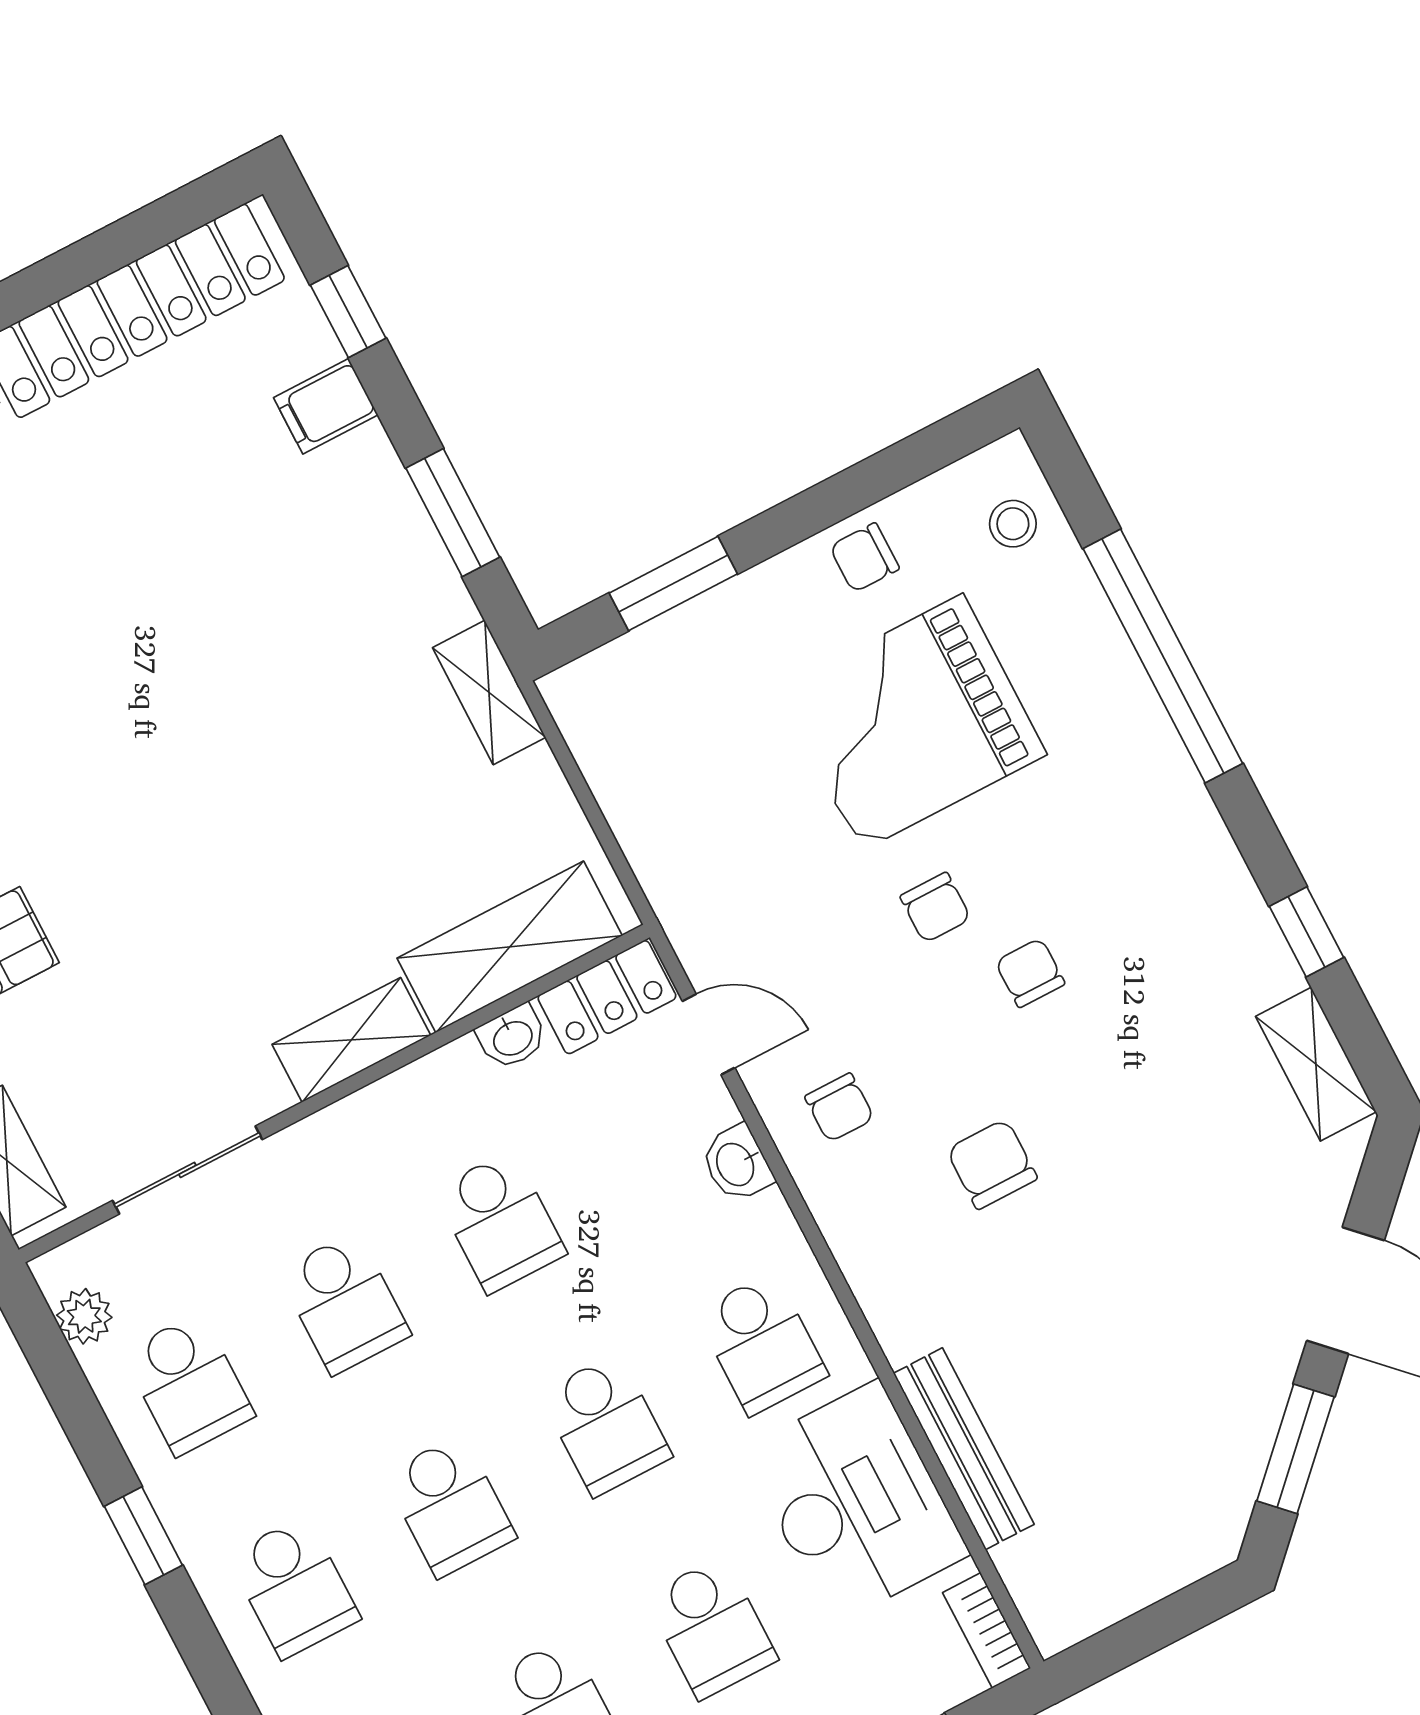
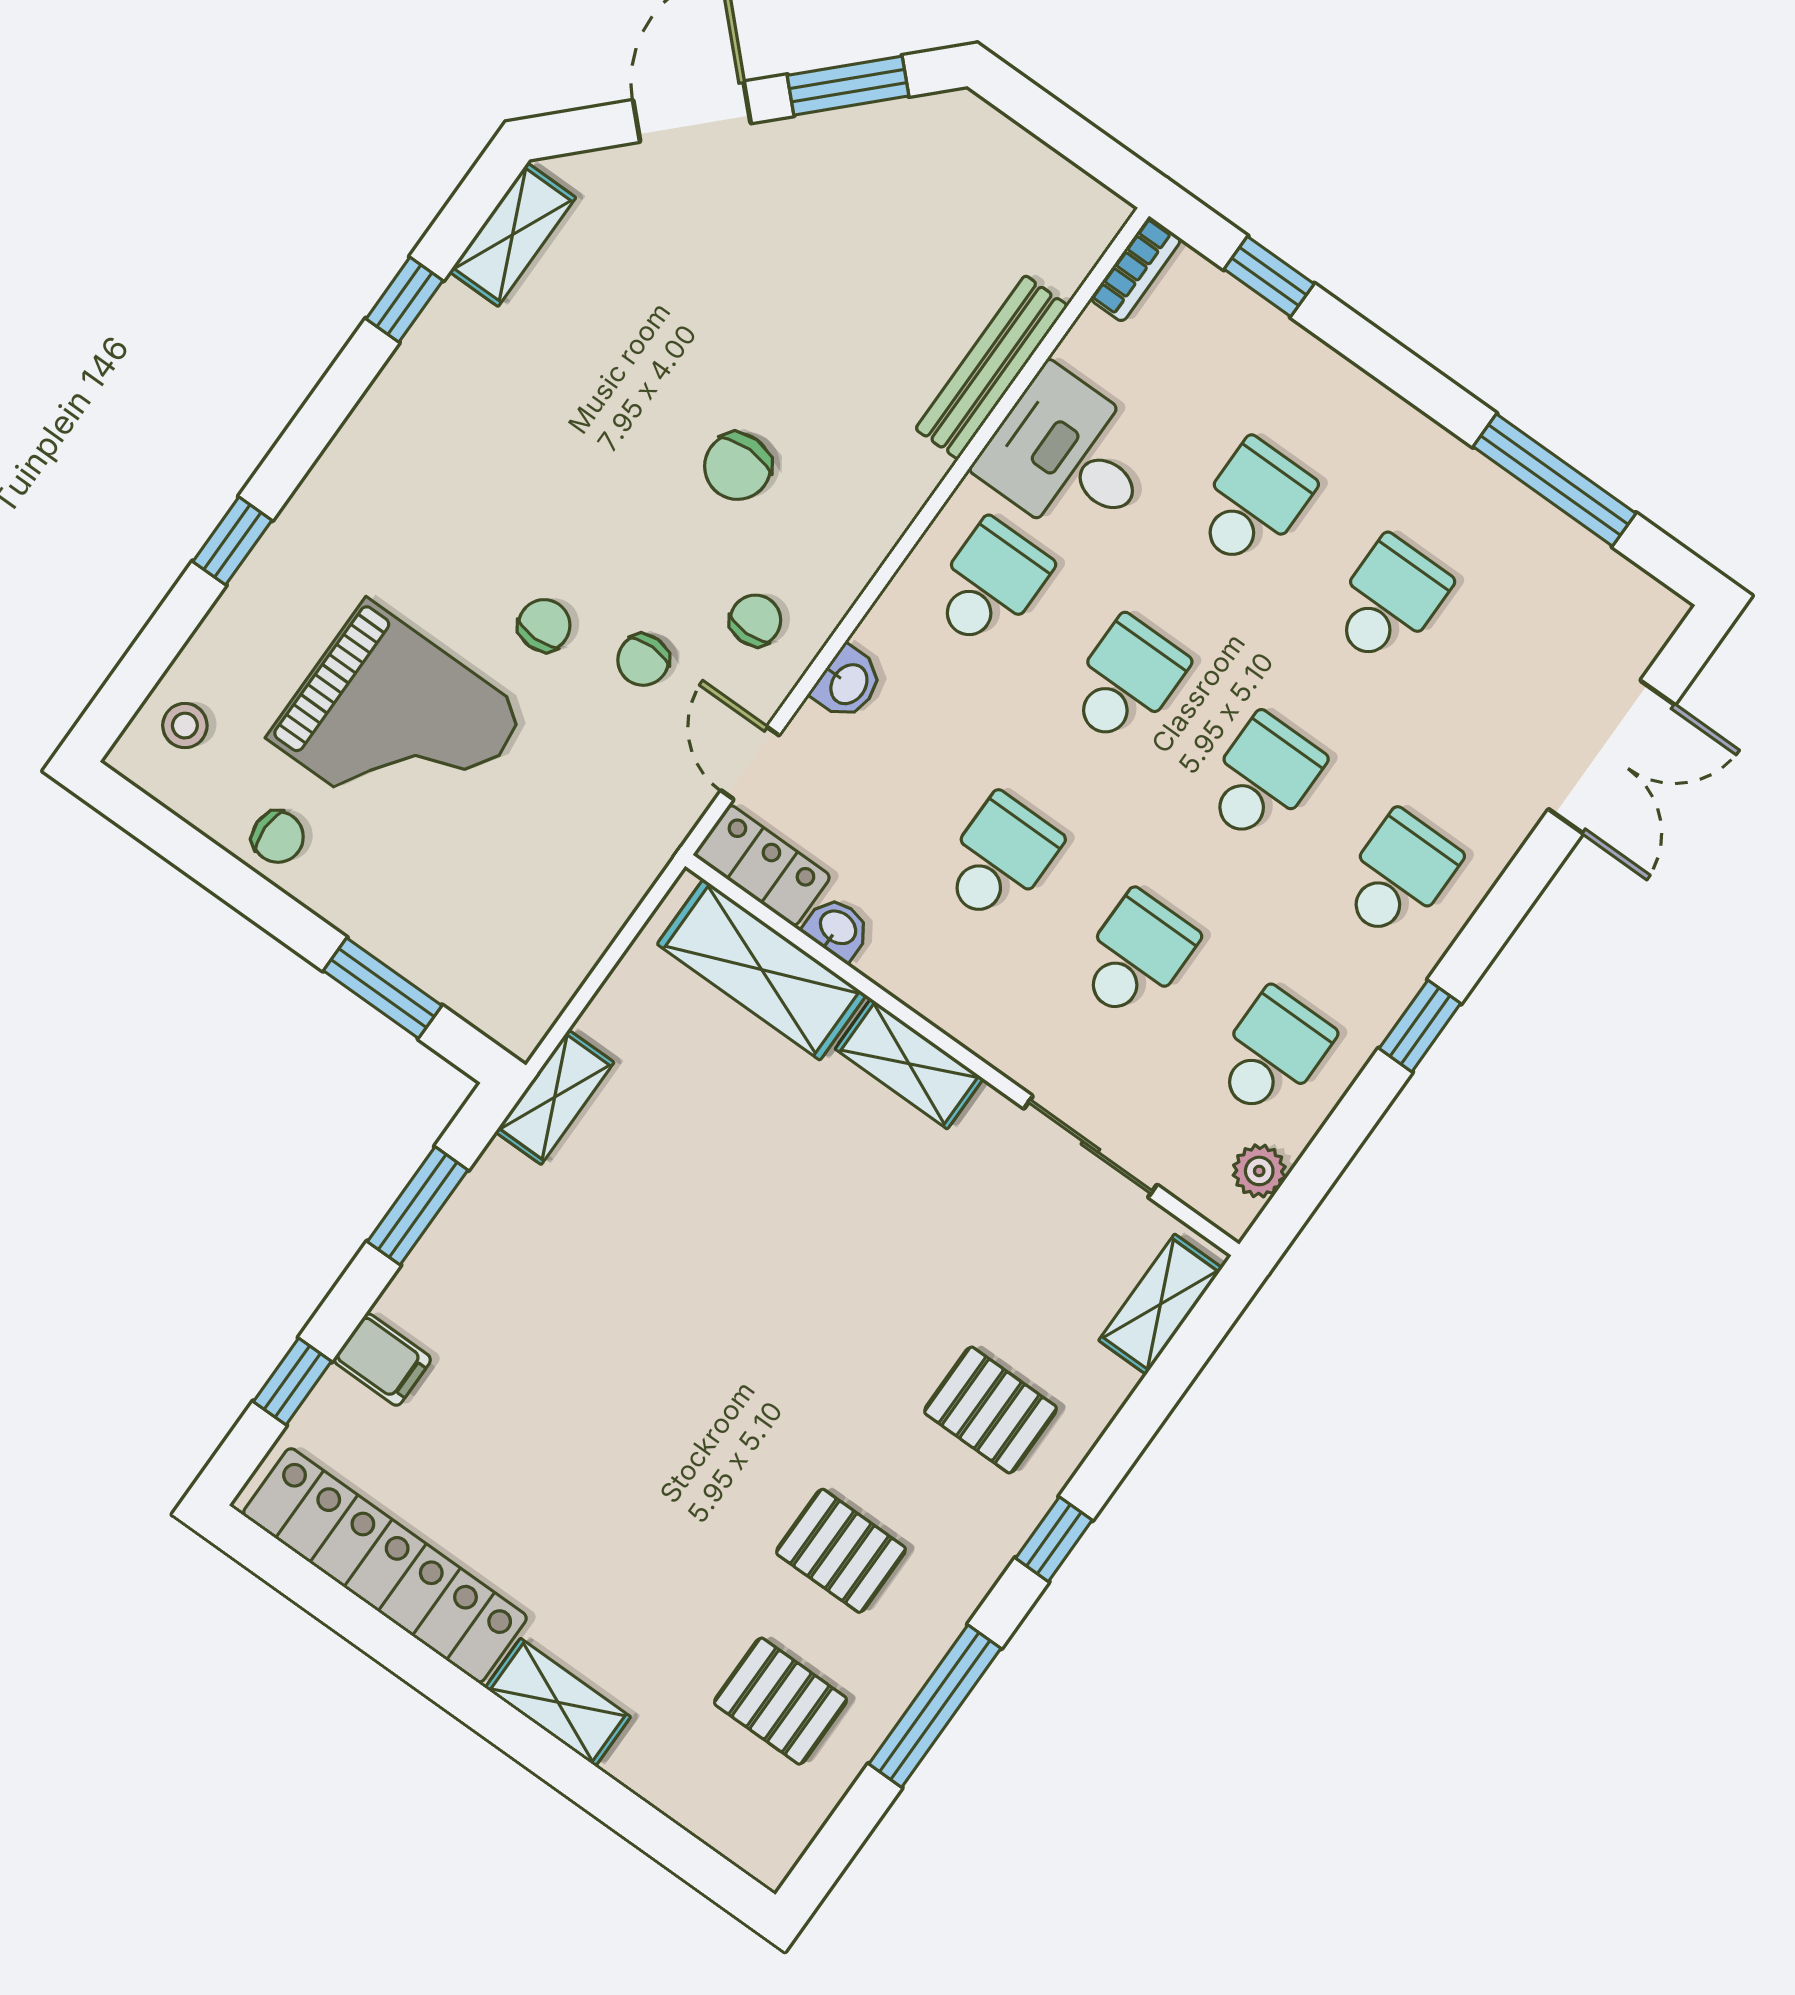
window: (1163, 656) -> (232, 541), width x0.32
chair: (1030, 973) -> (643, 660), moved
desk: (856, 1502) -> (1069, 457), width x0.73

